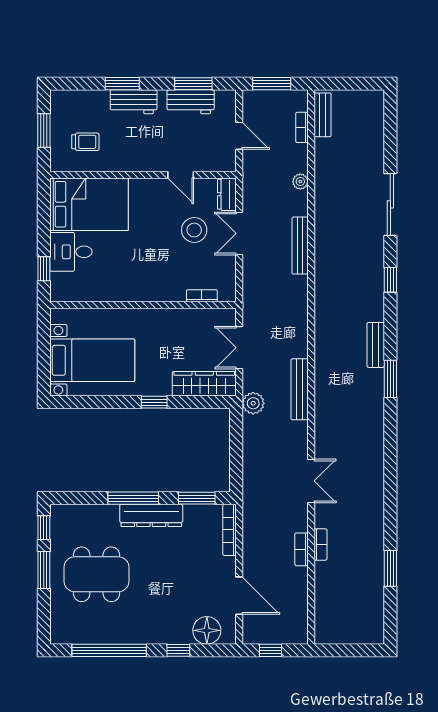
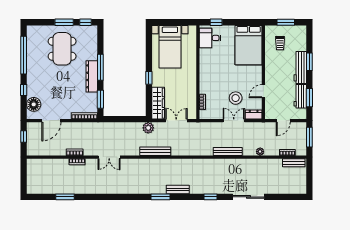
workbench: (134, 102) -> (300, 67), width x1.38
desk: (71, 252) -> (210, 38), moved, turned -90

